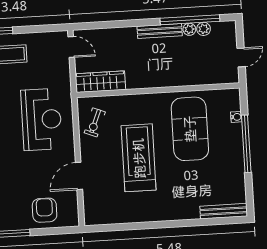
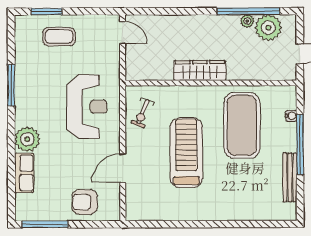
plant: (204, 29) -> (268, 28), width x1.88, depth x1.88
bench: (160, 31) -> (216, 21), removed
wardrobe: (100, 82) -> (200, 71), moved
armchair: (45, 210) -> (85, 202), turned -90
bench: (224, 211) -> (290, 177), moved, turned 90

